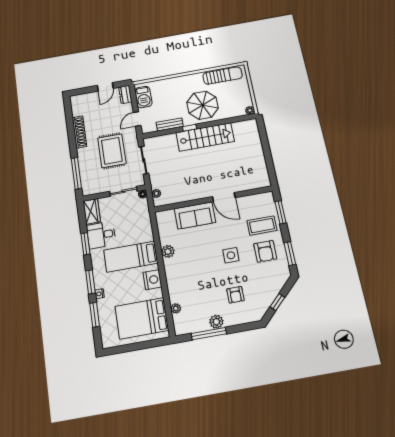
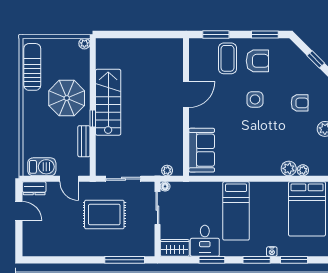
shoe rack: (79, 132) -> (73, 250), removed
sofa: (195, 215) -> (202, 150), moved
plant: (168, 251) -> (289, 168), moved
nightstand: (152, 280) -> (267, 191), removed

